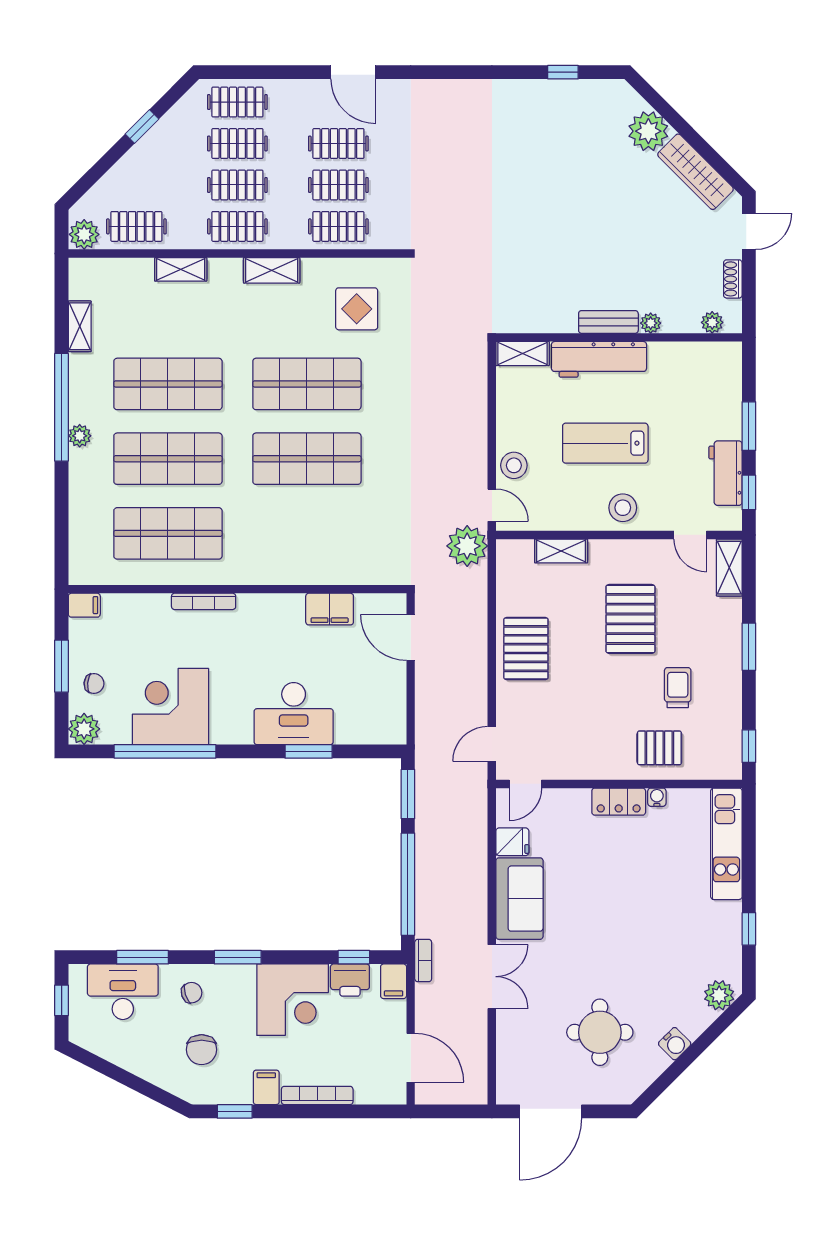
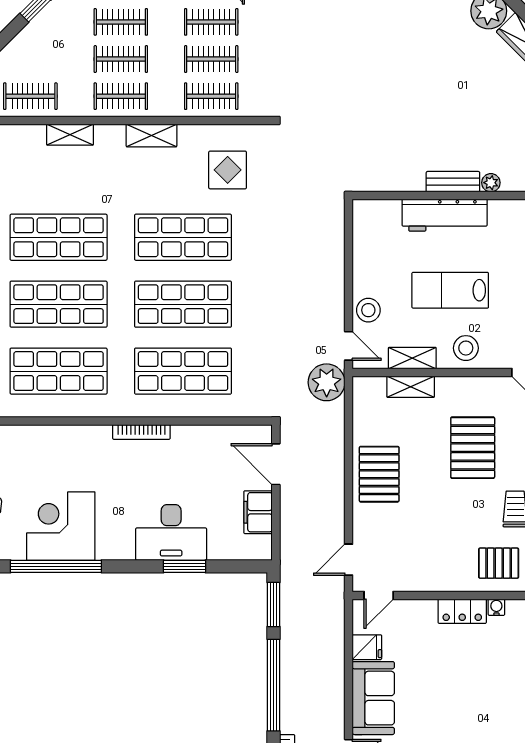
shelving: (523, 354) -> (412, 358), moved
shop shelf: (307, 533) -> (183, 371), added
bookcase: (204, 601) -> (141, 432), moved
filing cabinet: (330, 609) -> (258, 512), moved, turned 90

